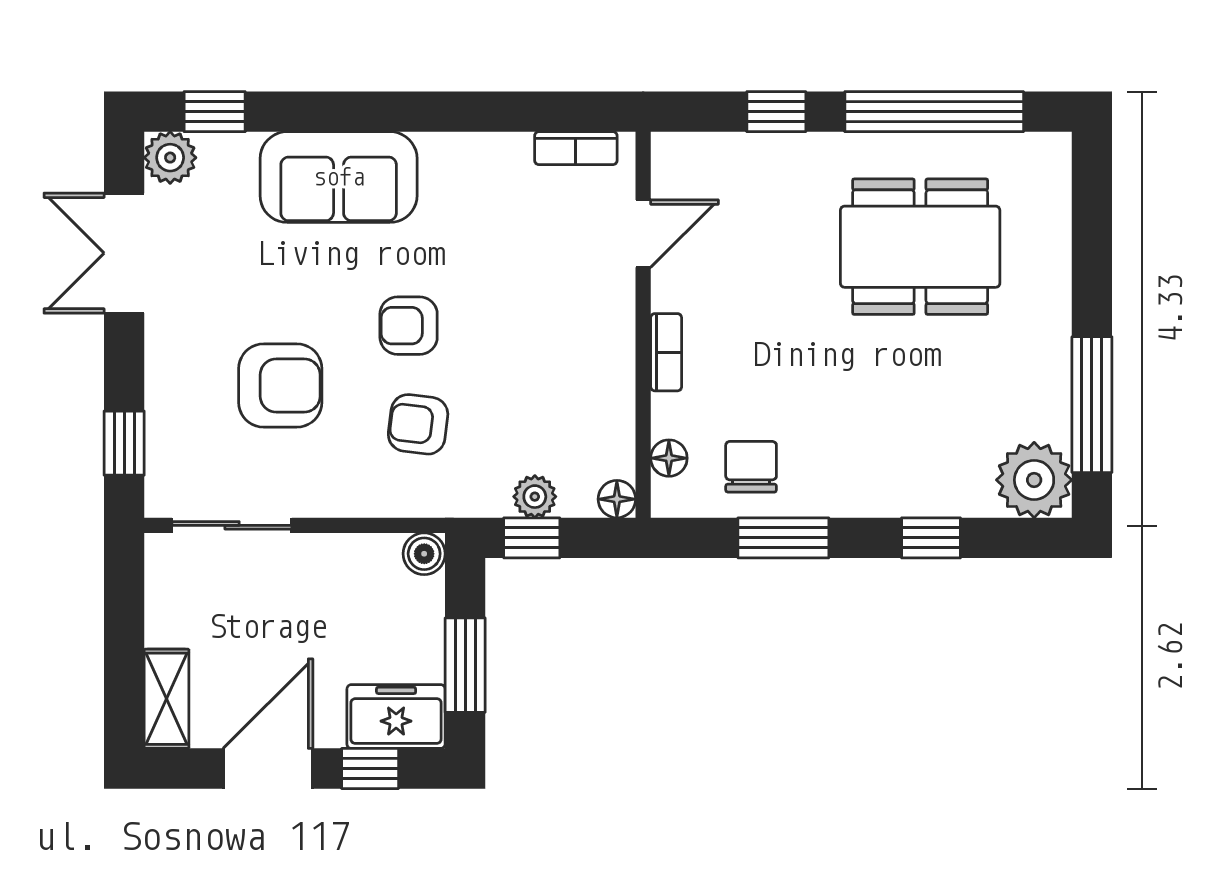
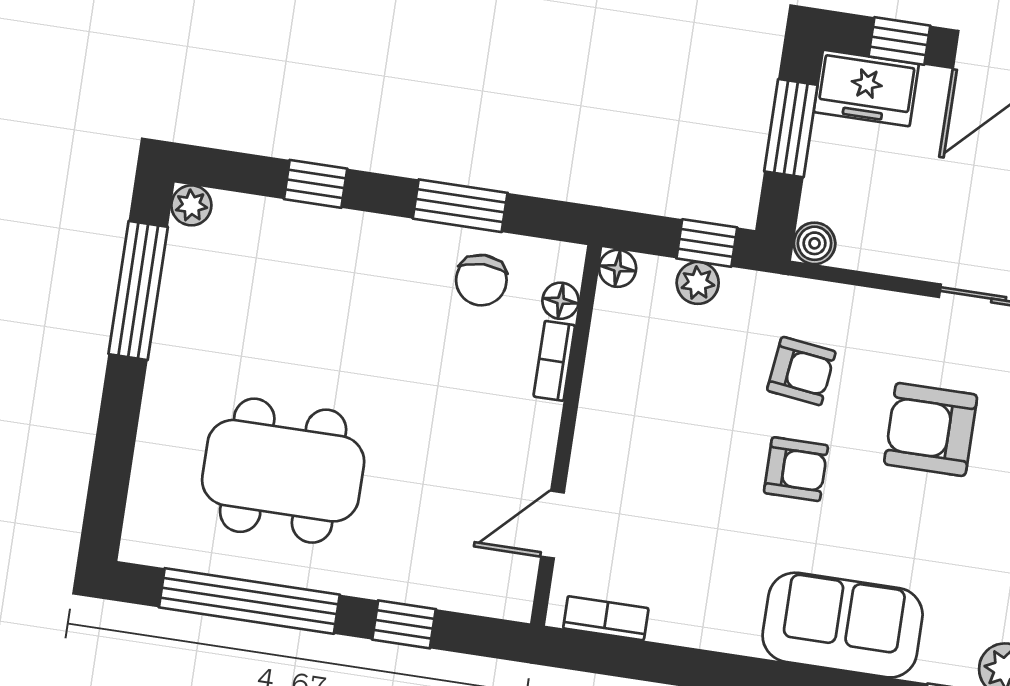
bookcase: (666, 352) -> (554, 361), moved
plant: (1034, 480) -> (191, 205), width x0.53, depth x0.53

